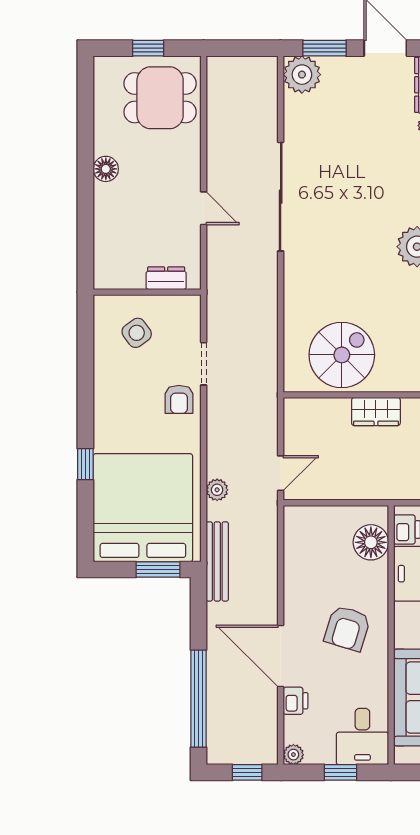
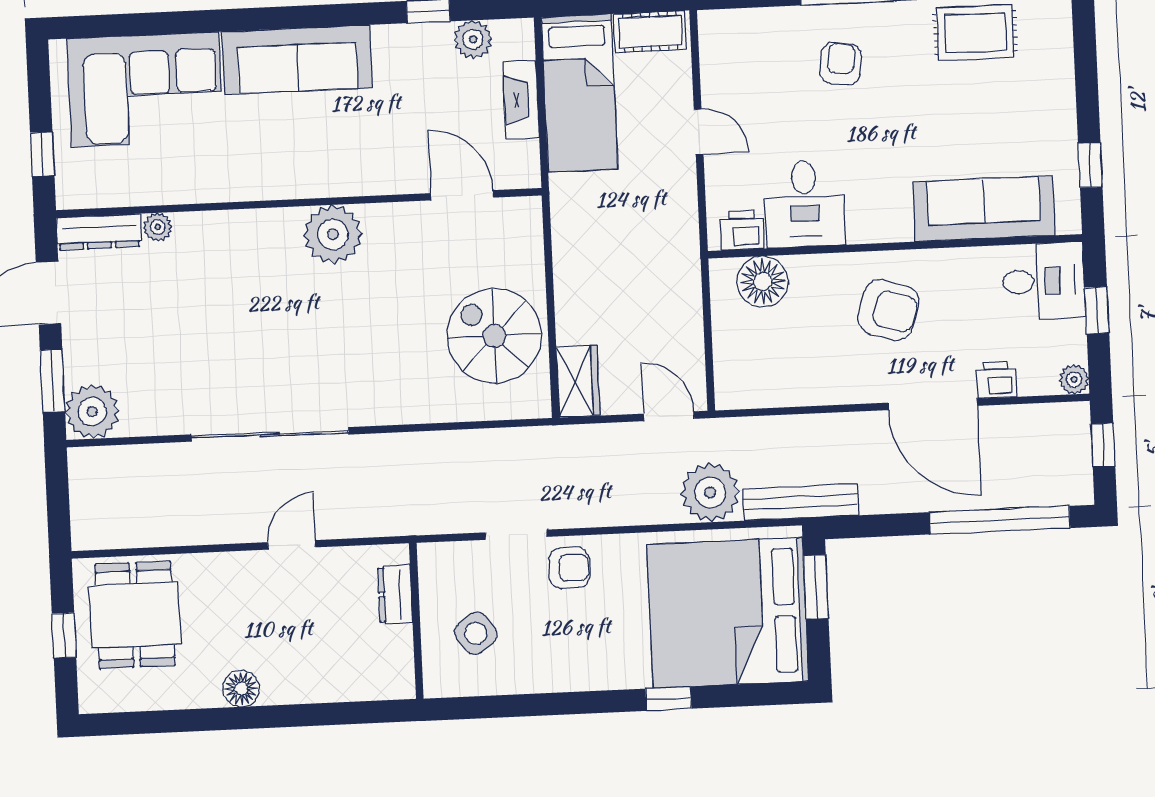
wardrobe: (376, 412) -> (578, 382), moved
plant: (217, 490) -> (710, 493), width x1.88, depth x1.88
door: (281, 656) -> (933, 404), hinge flipped

